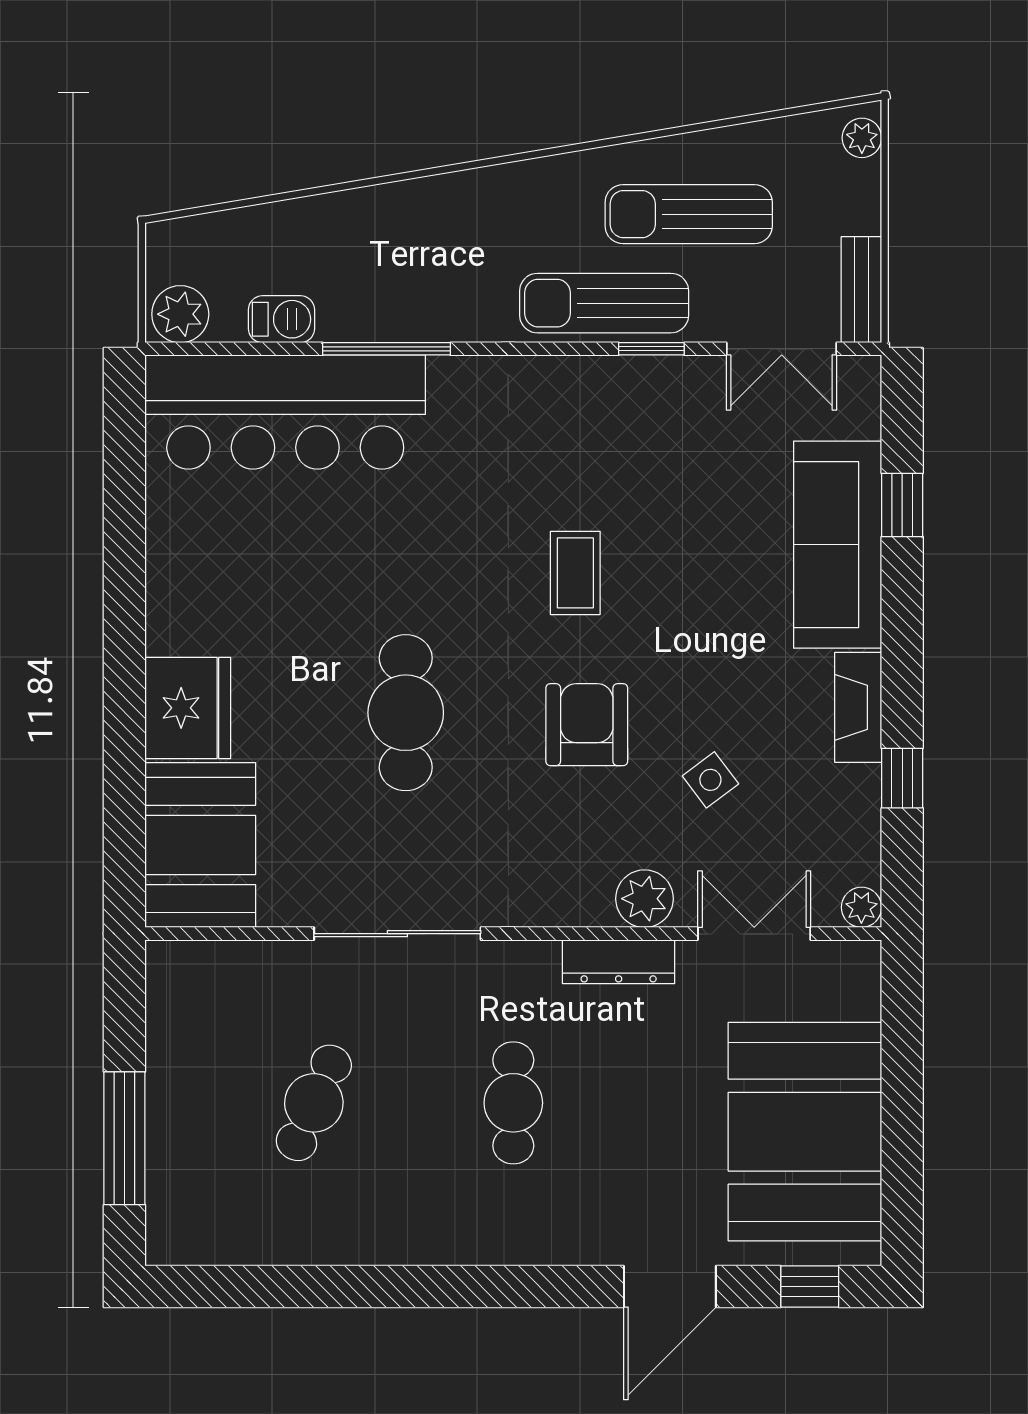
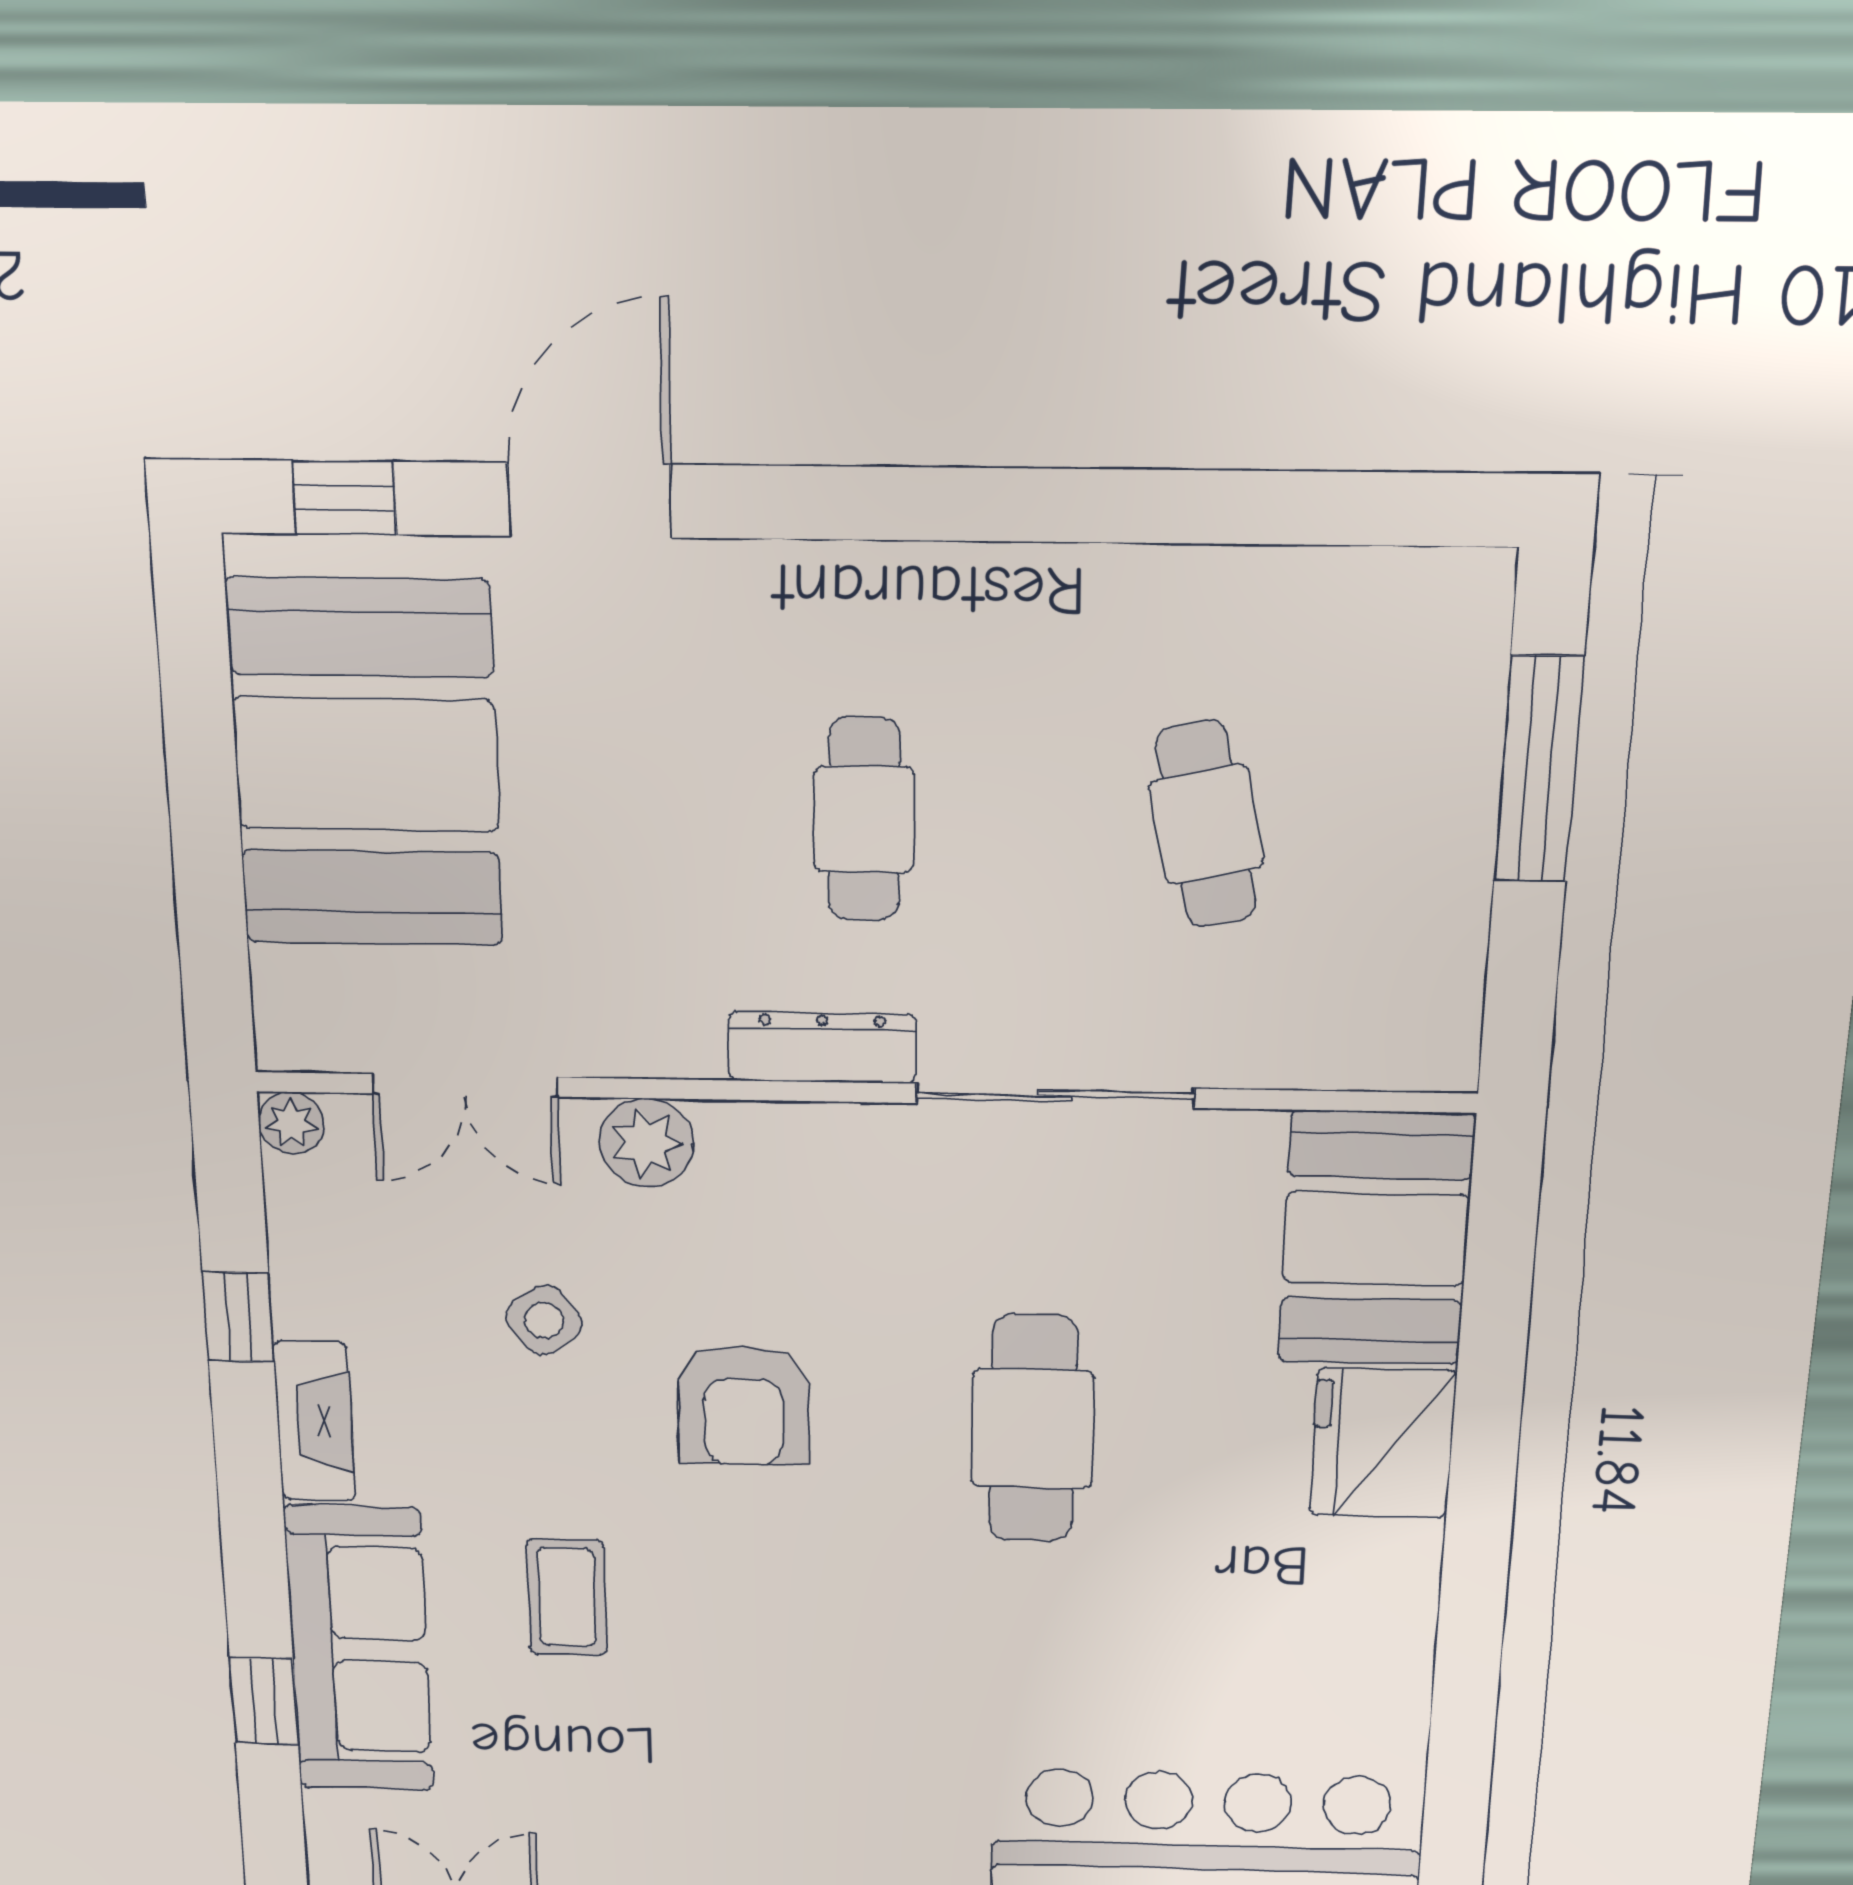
coffee table: (575, 573) -> (567, 1597), moved
dresser: (619, 962) -> (822, 1048), moved
cafe table: (314, 1103) -> (1206, 824), turned -36

